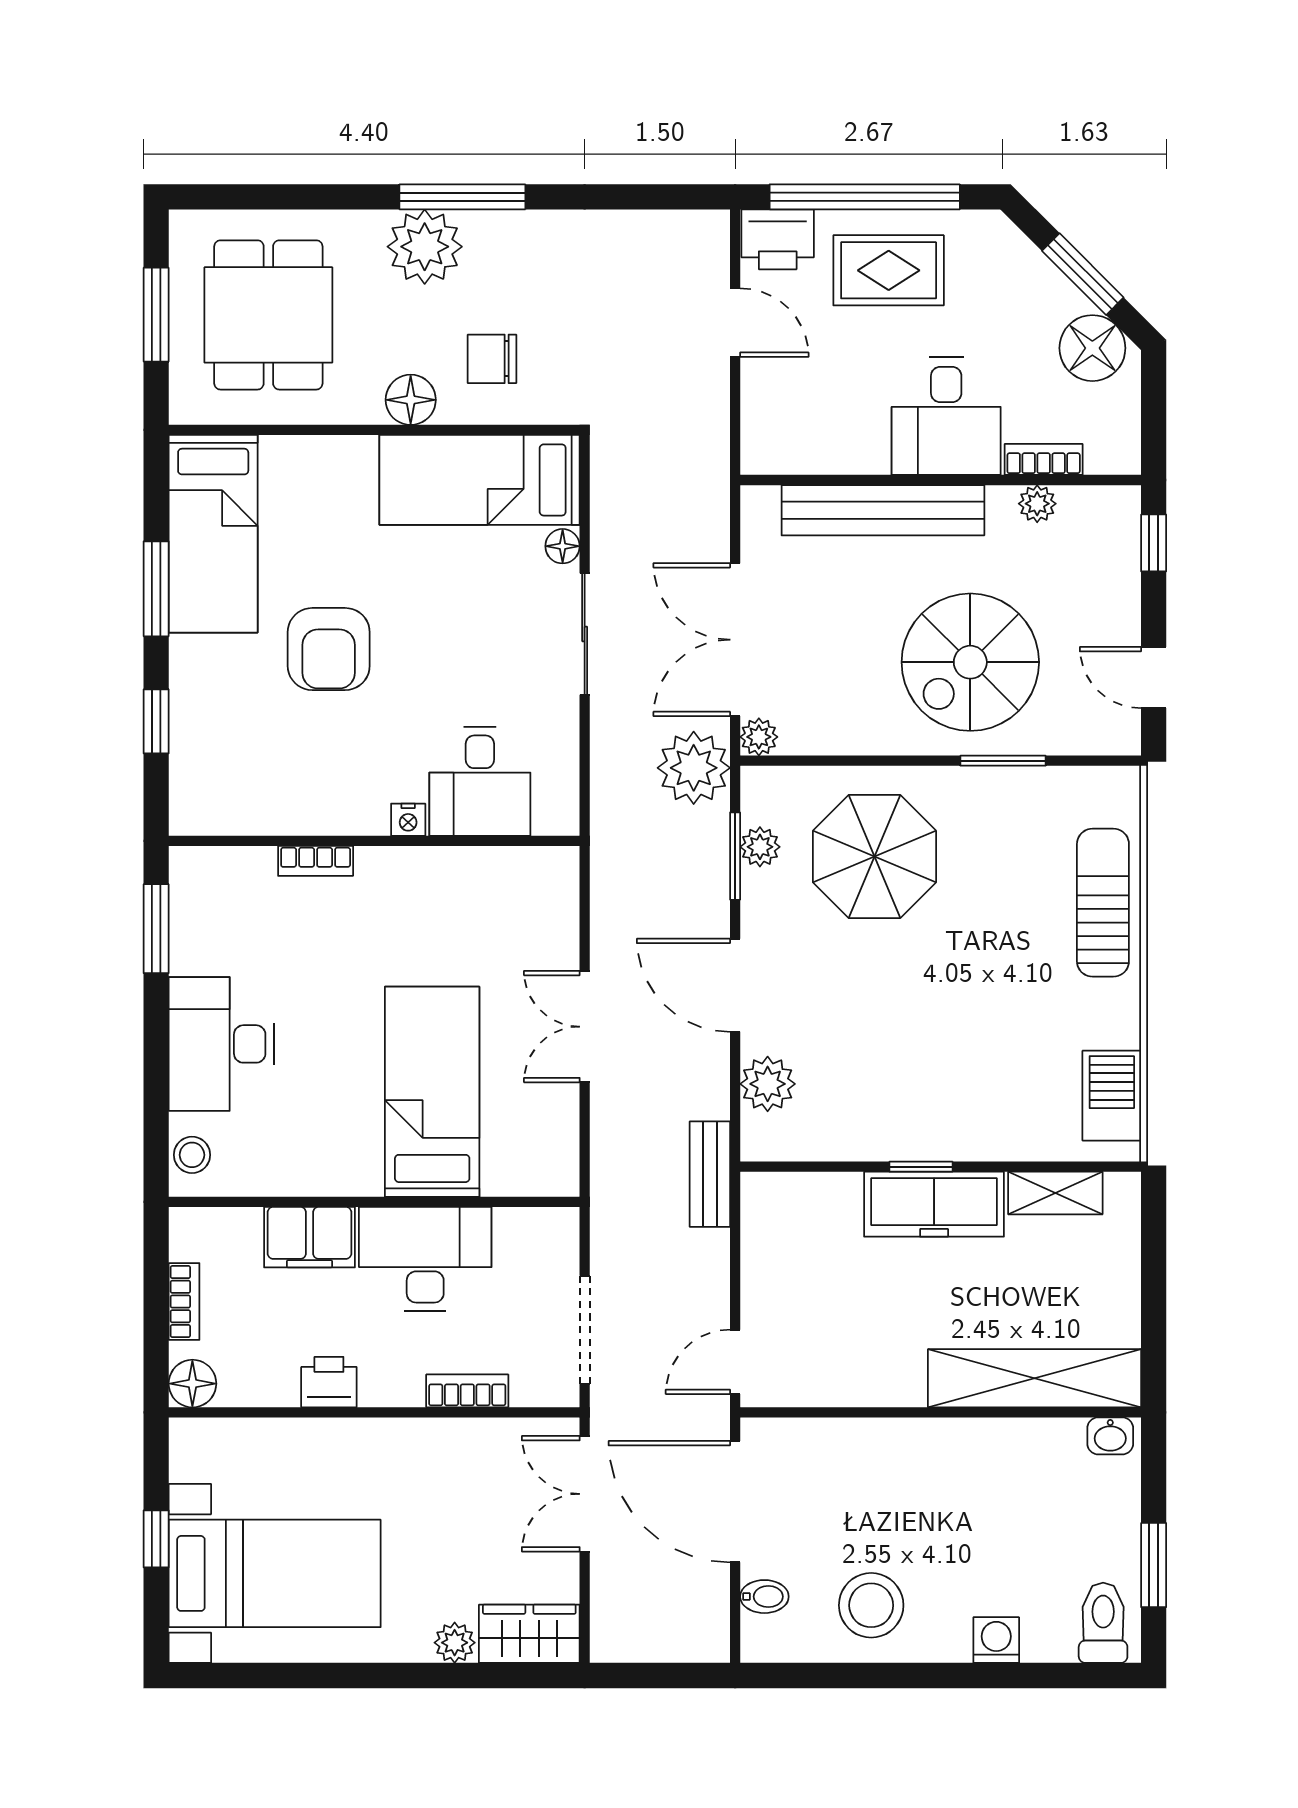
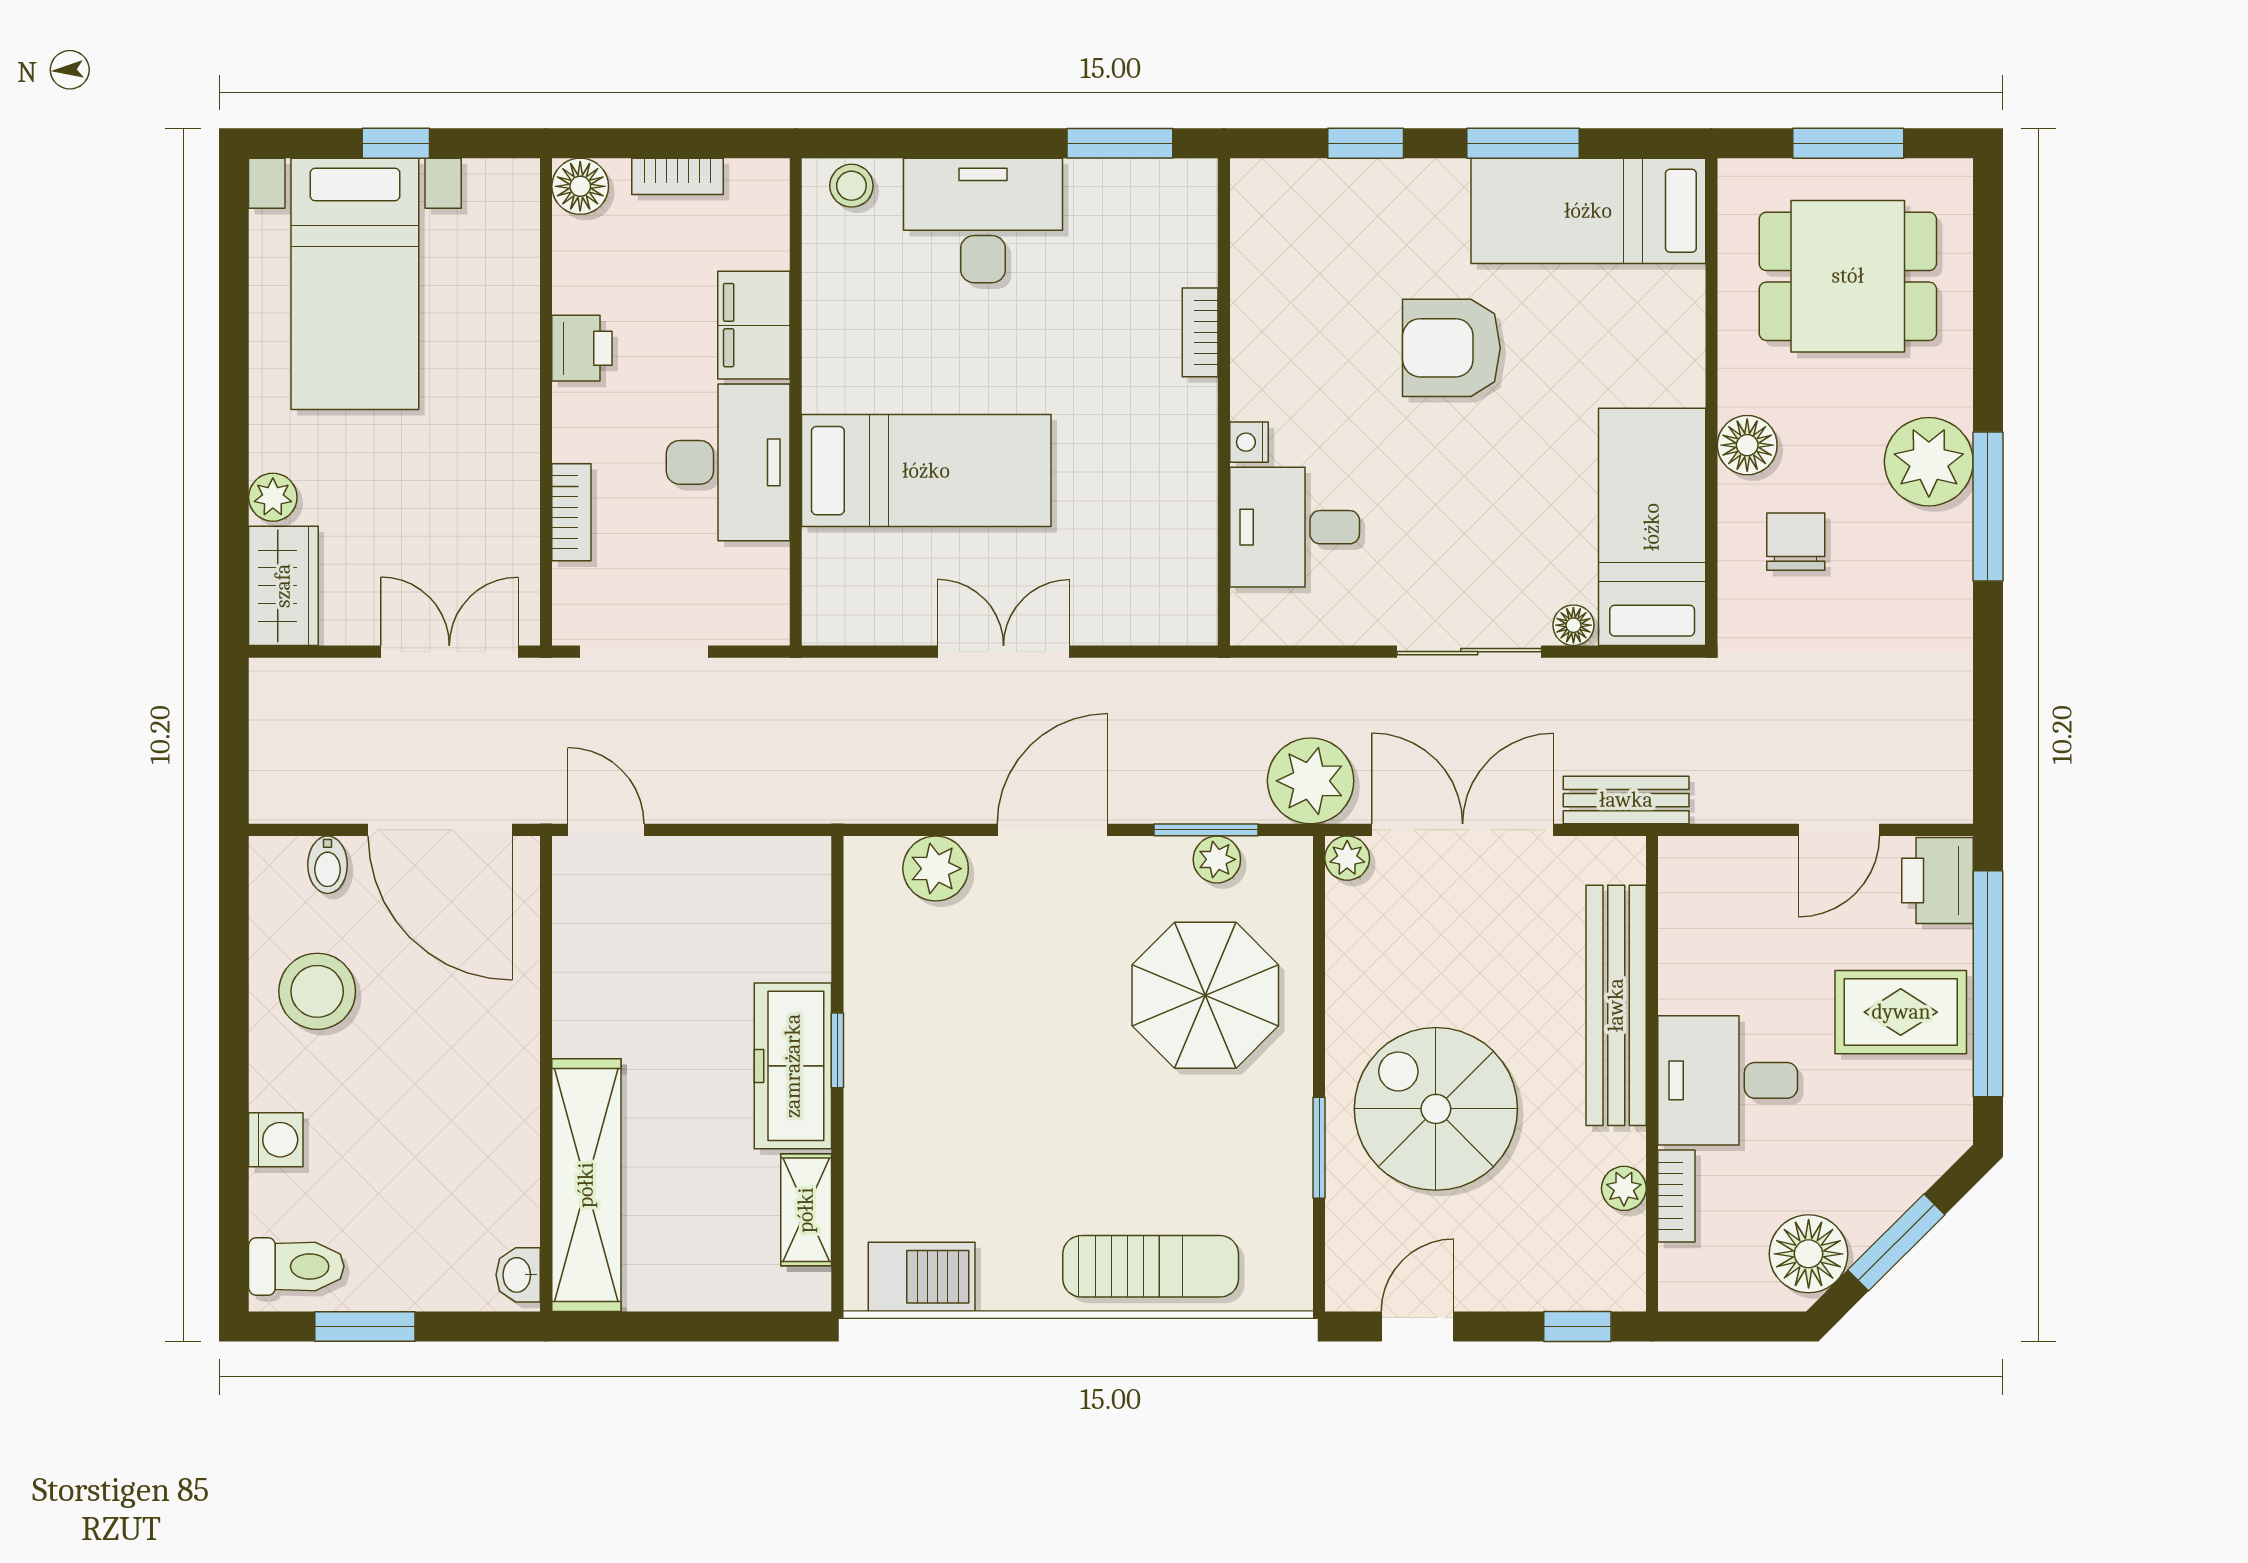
rug: (889, 270) -> (1901, 1012), turned 90
bench: (710, 1174) -> (1626, 800), moved
door: (735, 1502) -> (440, 830), swing flipped

